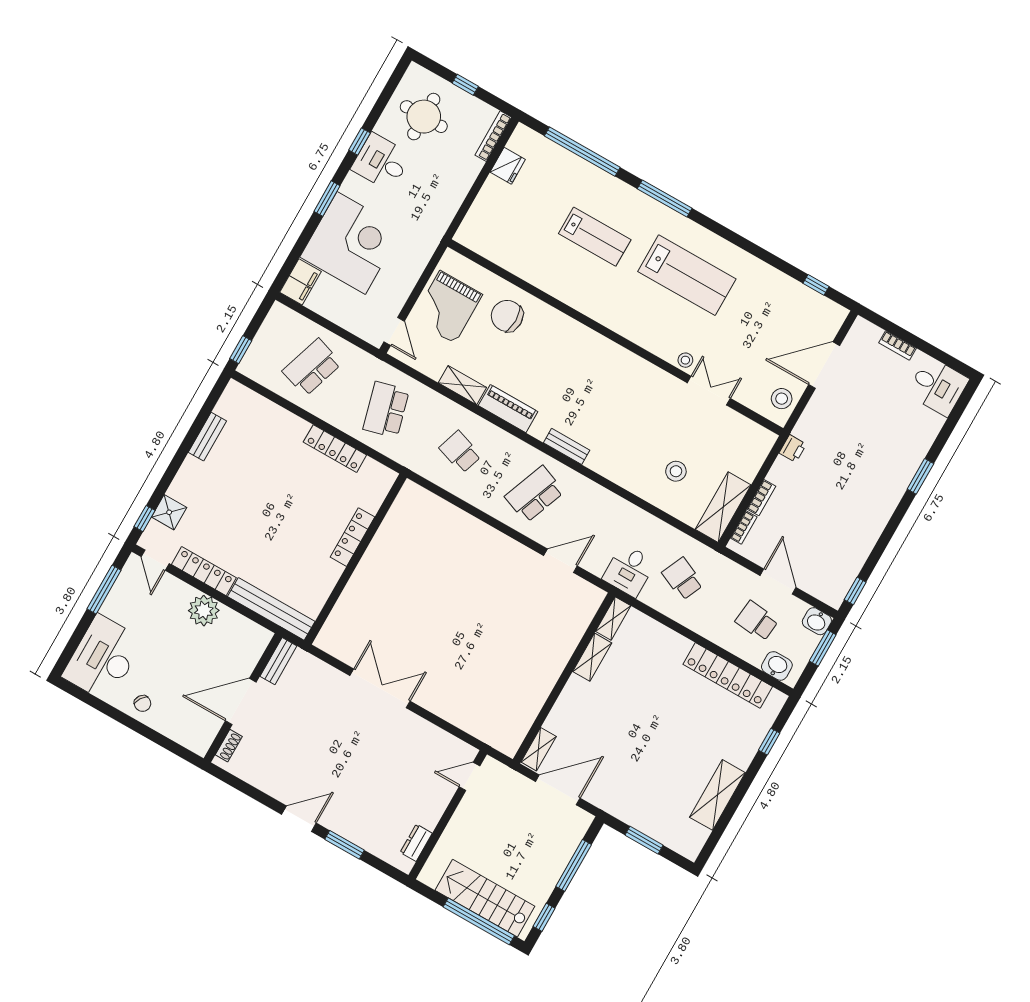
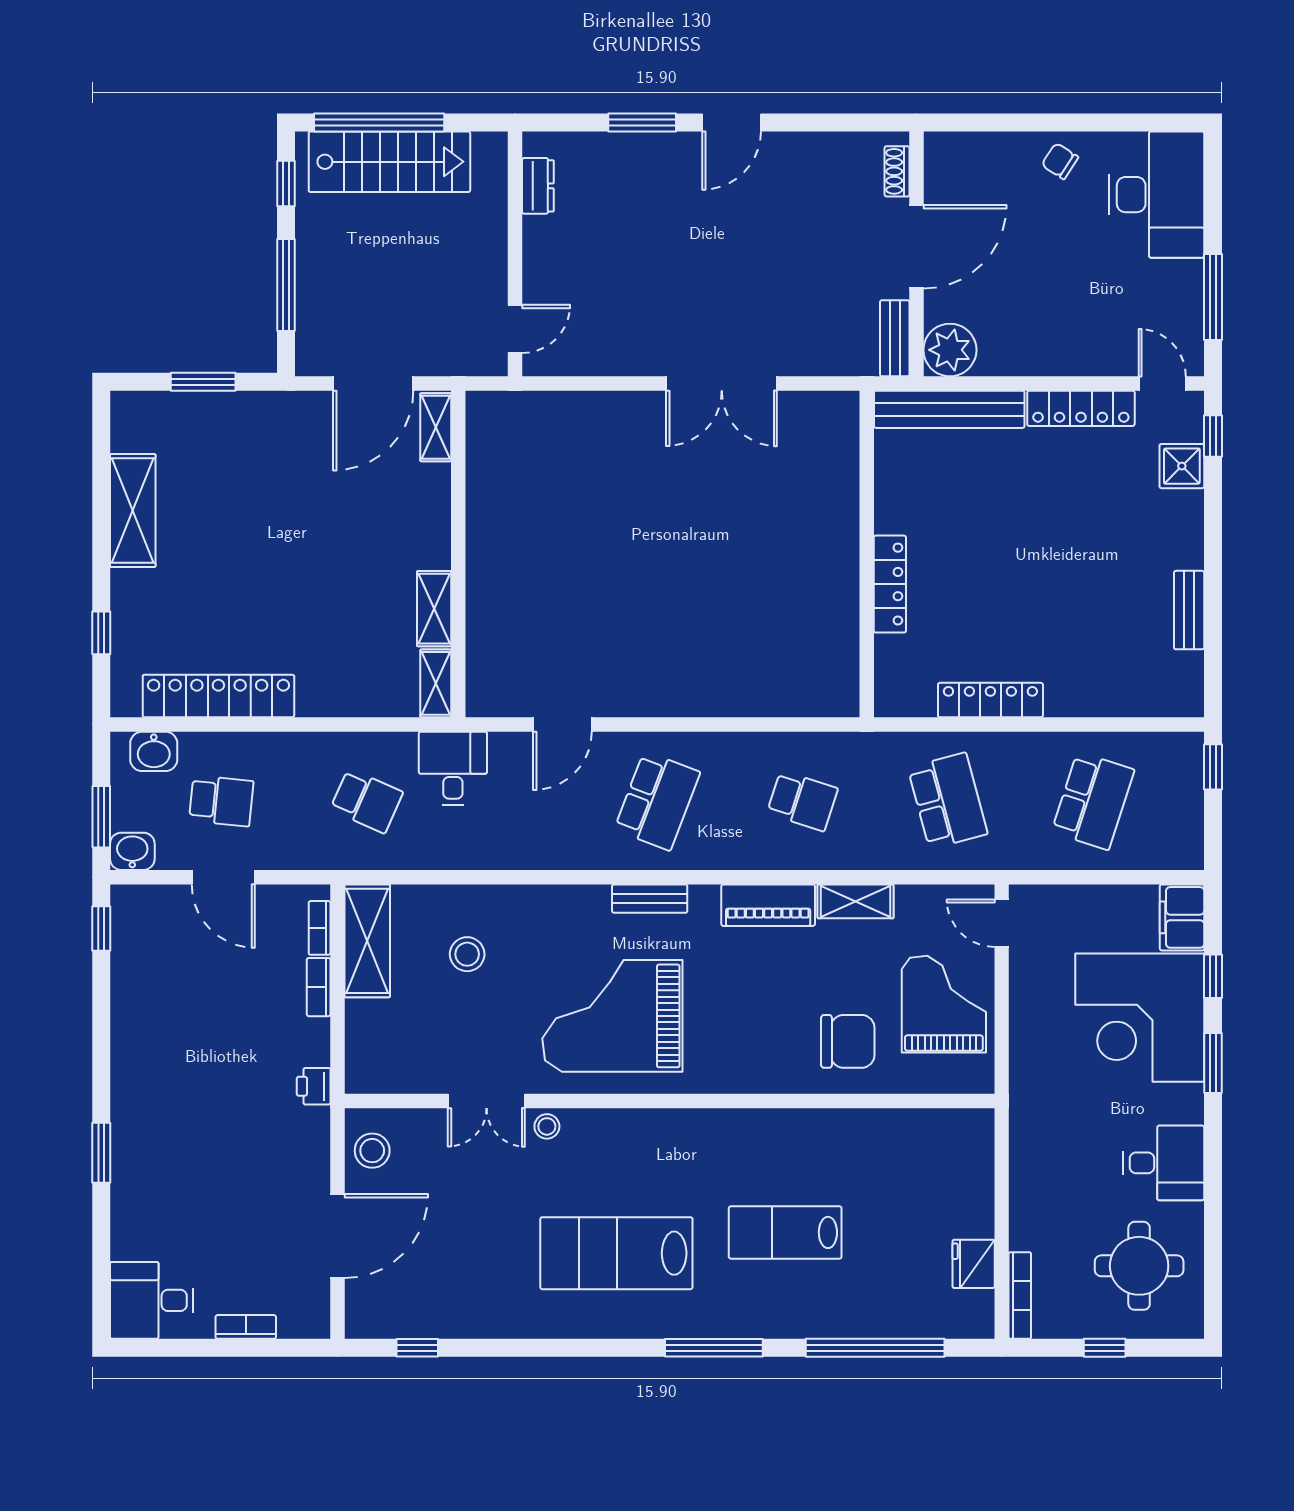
window: (360, 142) -> (1213, 976), moved
grand piano: (620, 397) -> (612, 1016), added
plant: (204, 611) -> (950, 350), moved

